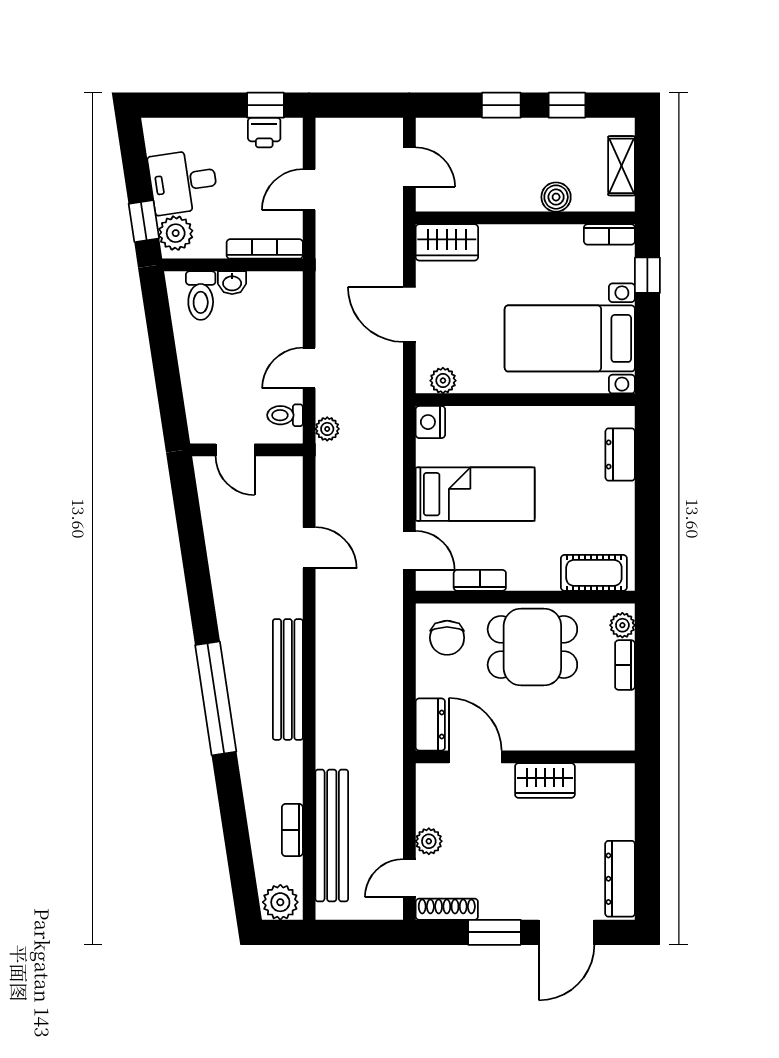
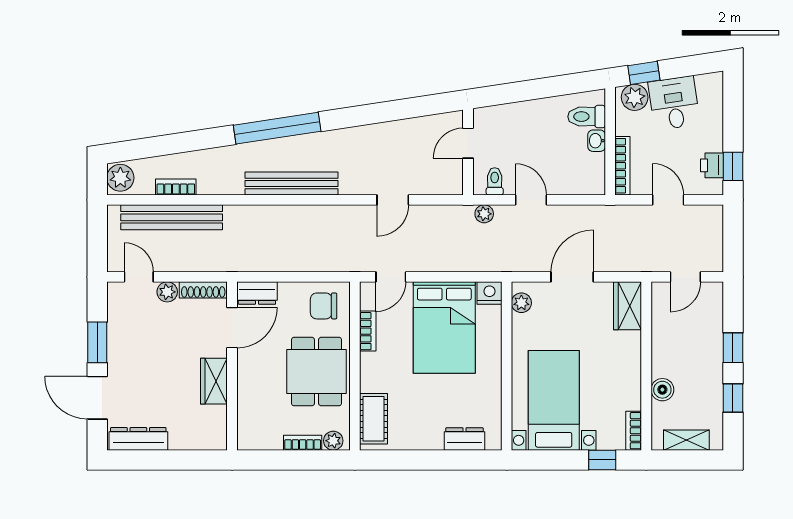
bed: (475, 494) -> (444, 327), width x1.50
shoe rack: (447, 909) -> (203, 290), moved, turned 90

